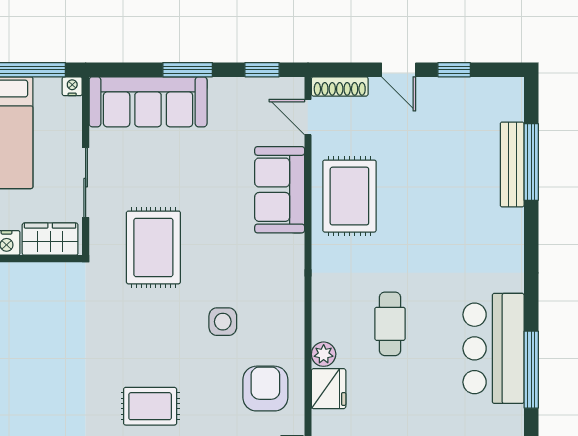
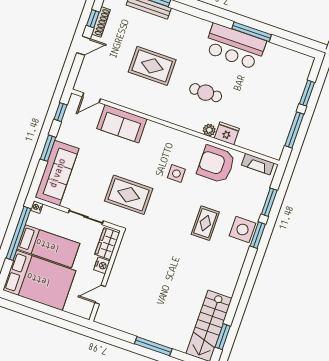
shoe rack: (340, 86) -> (101, 22), moved
rug: (349, 196) -> (152, 66), moved
armchair: (265, 389) -> (216, 164), width x1.36, depth x1.36

